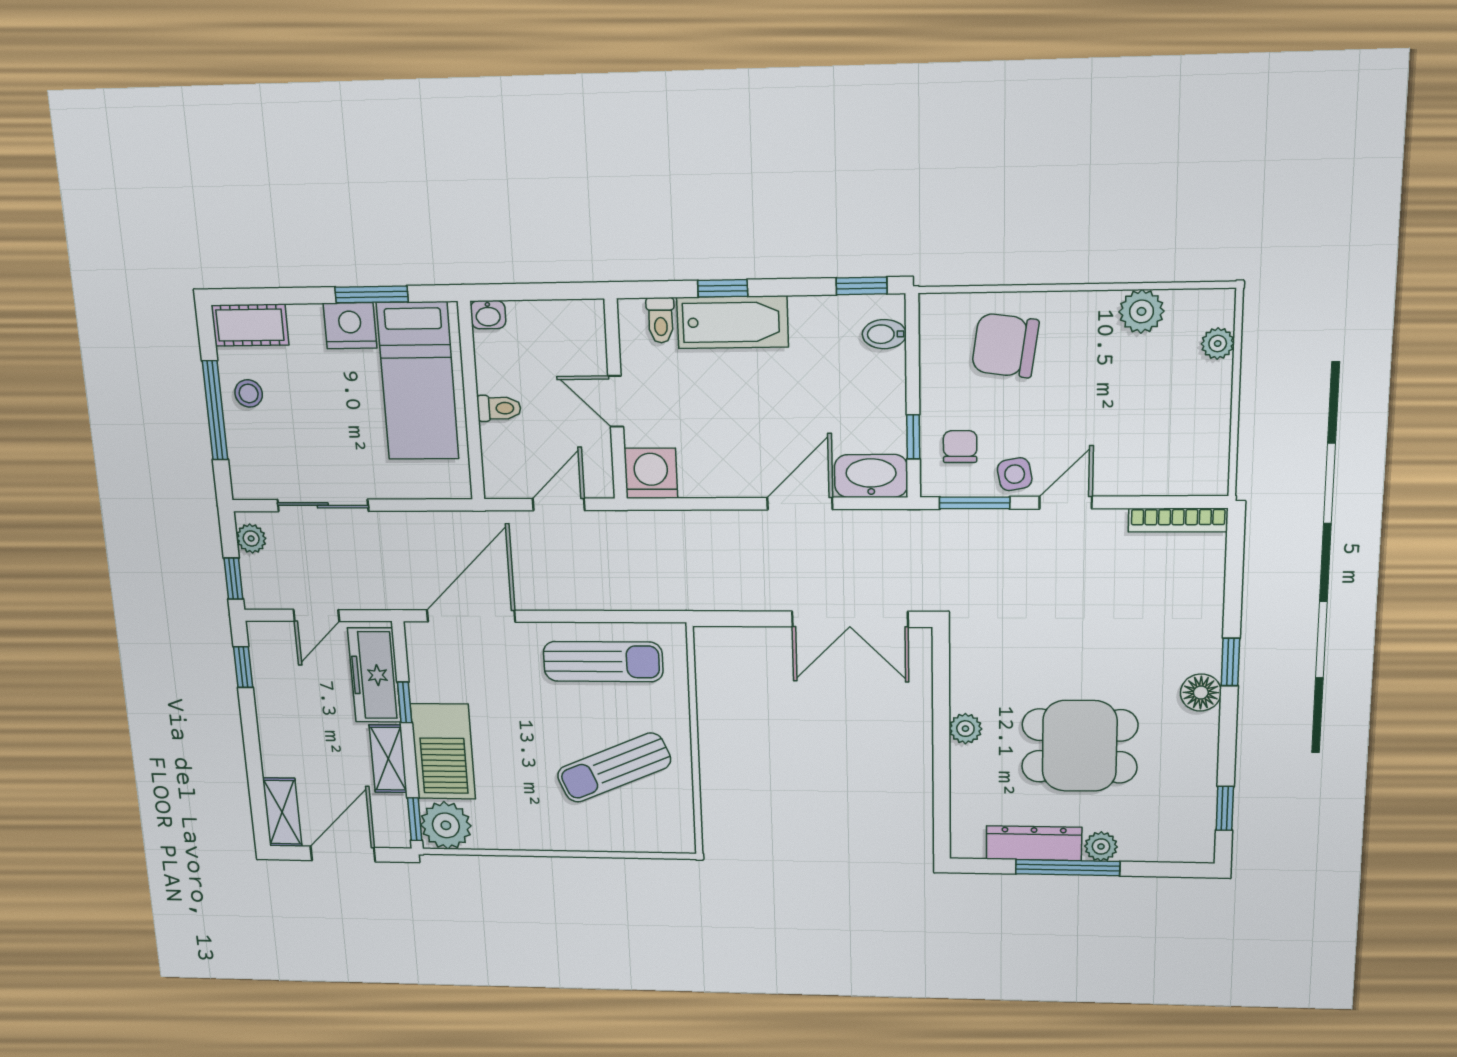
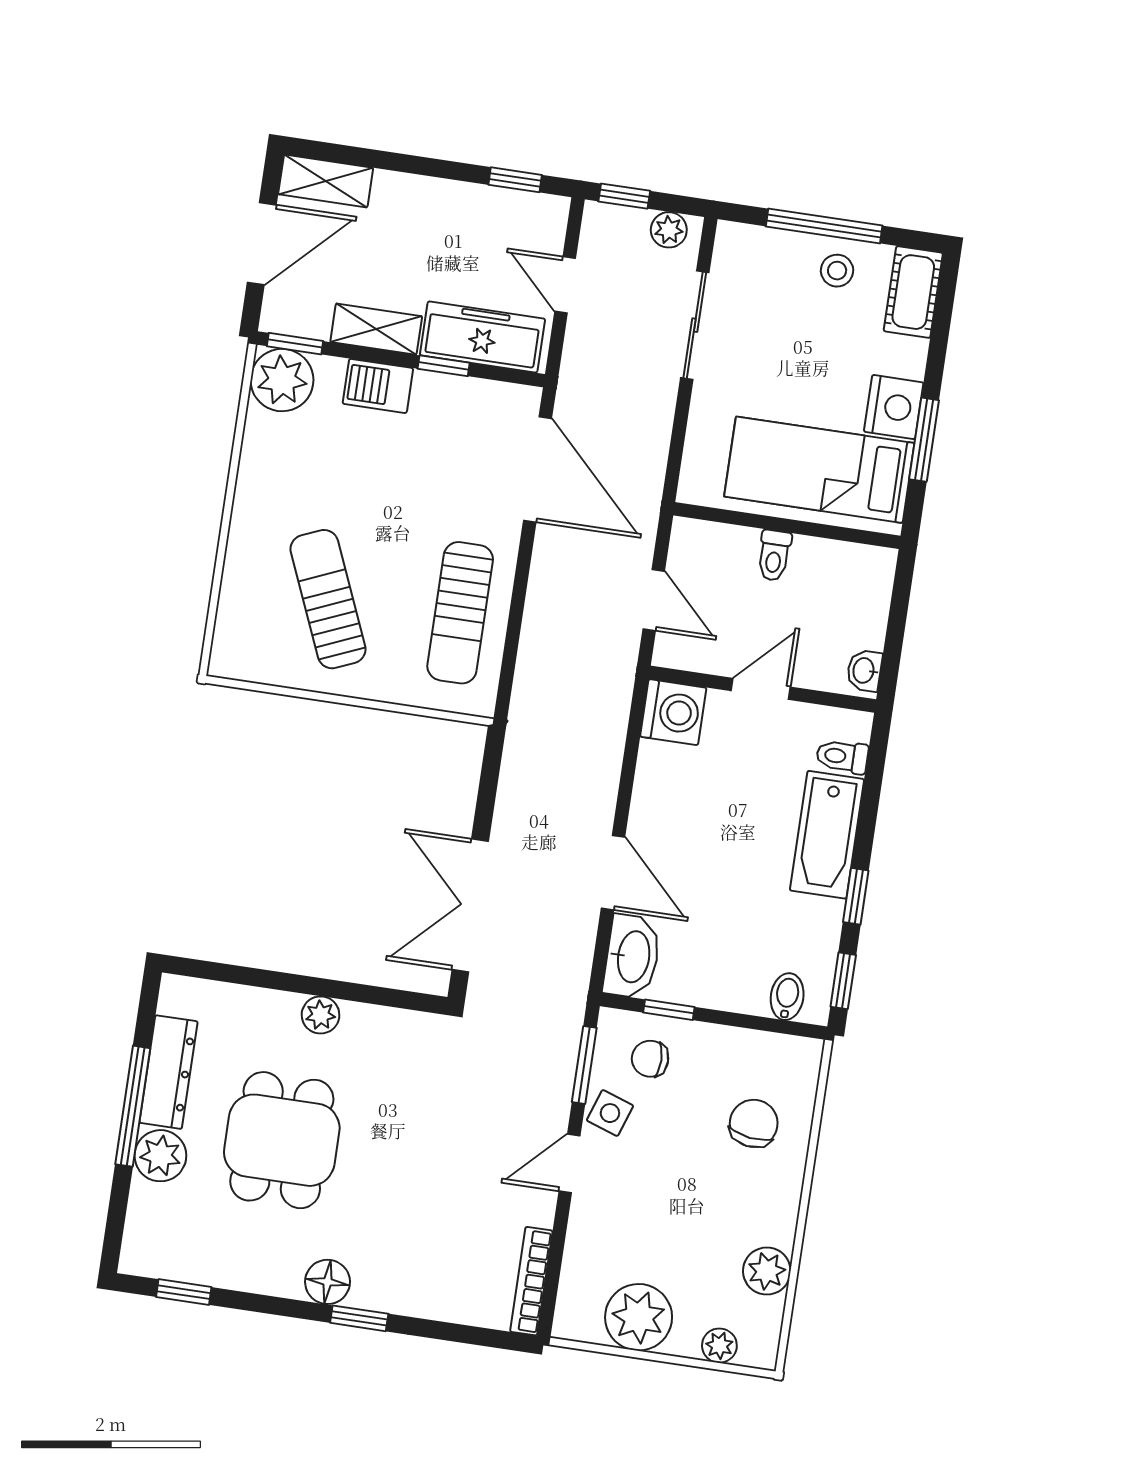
window: (723, 288) -> (856, 896), moved
washbasin: (488, 315) -> (864, 671), moved
chair: (1005, 345) -> (754, 1123), width x0.73, depth x0.73
plant: (1200, 421) -> (639, 1317), added
chair: (960, 447) -> (650, 1059), turned 180
side table: (1015, 474) -> (610, 1113), turned 30
door: (1066, 503) -> (569, 1164), swing flipped
barbecue: (443, 752) -> (378, 386), width x0.53, depth x0.65
plant: (1101, 846) -> (160, 1156), width x1.38, depth x1.38
door: (343, 854) -> (262, 244), hinge flipped

